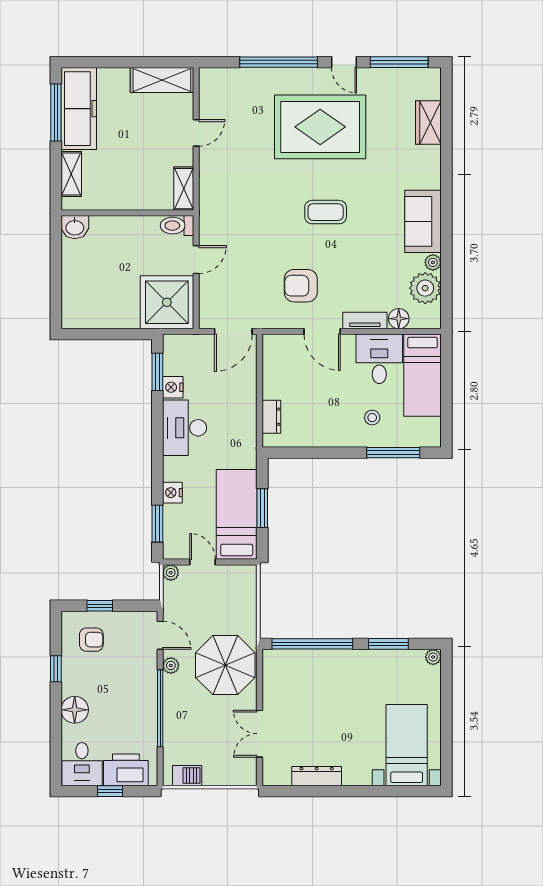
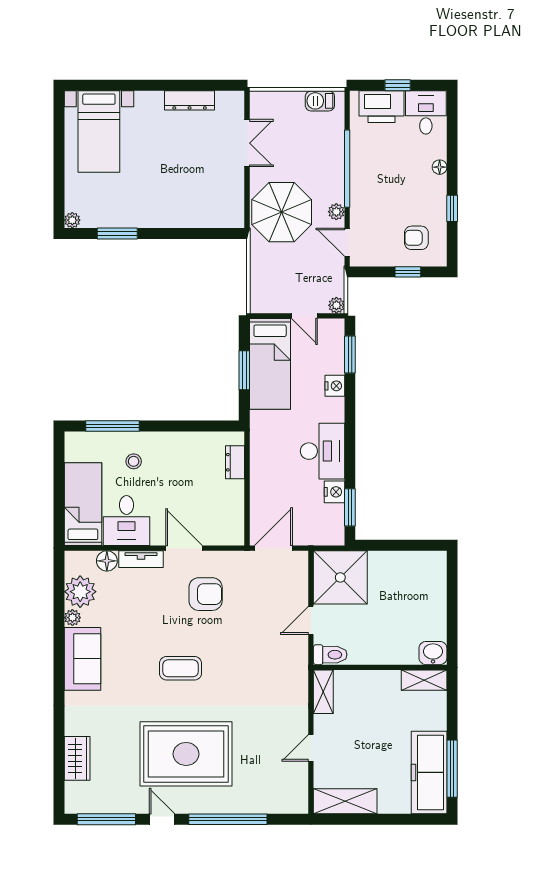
shelving: (71, 174) -> (424, 680), moved, turned 90
window: (312, 644) -> (194, 233), removed
floor lamp: (75, 710) -> (440, 167), width x0.53, depth x0.53

